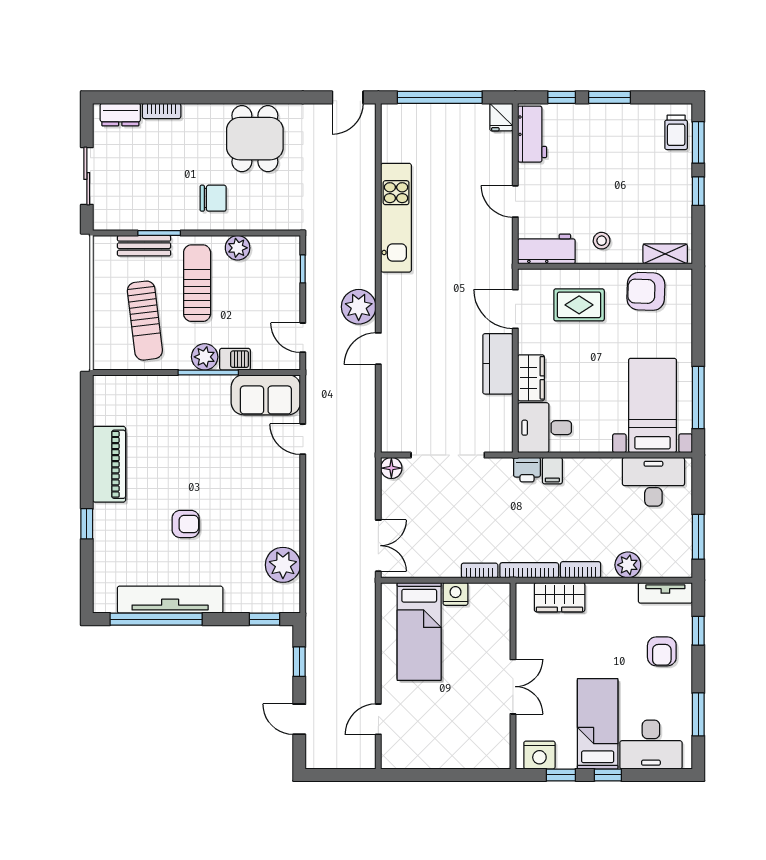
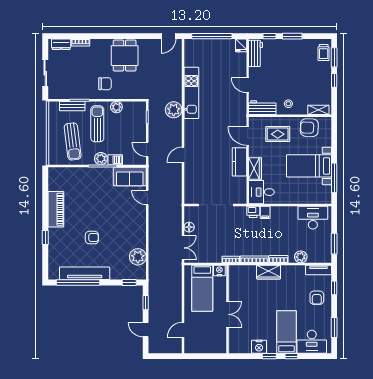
plant: (359, 307) -> (174, 110), moved
bed with nightstands: (652, 405) -> (309, 166), moved, turned -90
floor lamp: (391, 468) -> (189, 227), moved
wall: (513, 676) -> (228, 309), moved
double door: (513, 687) -> (228, 314), moved

